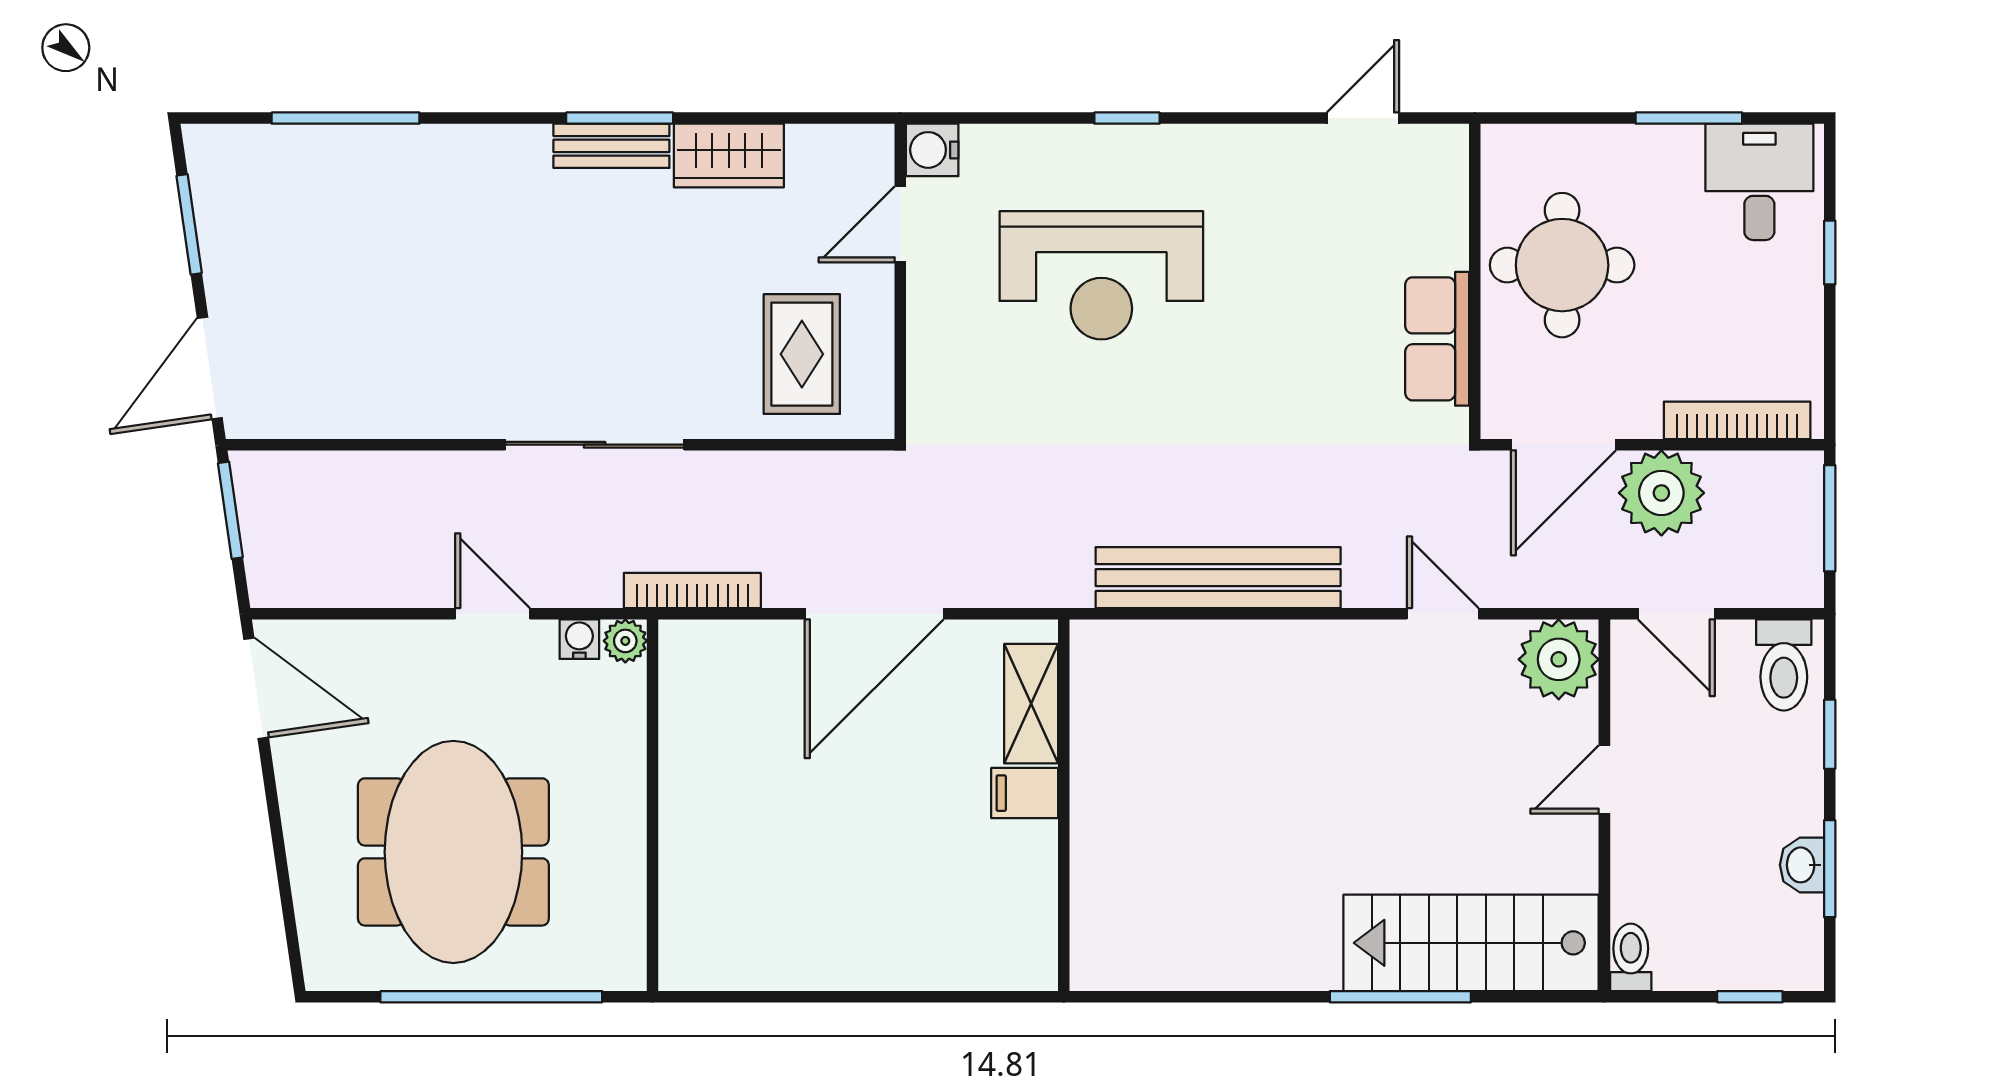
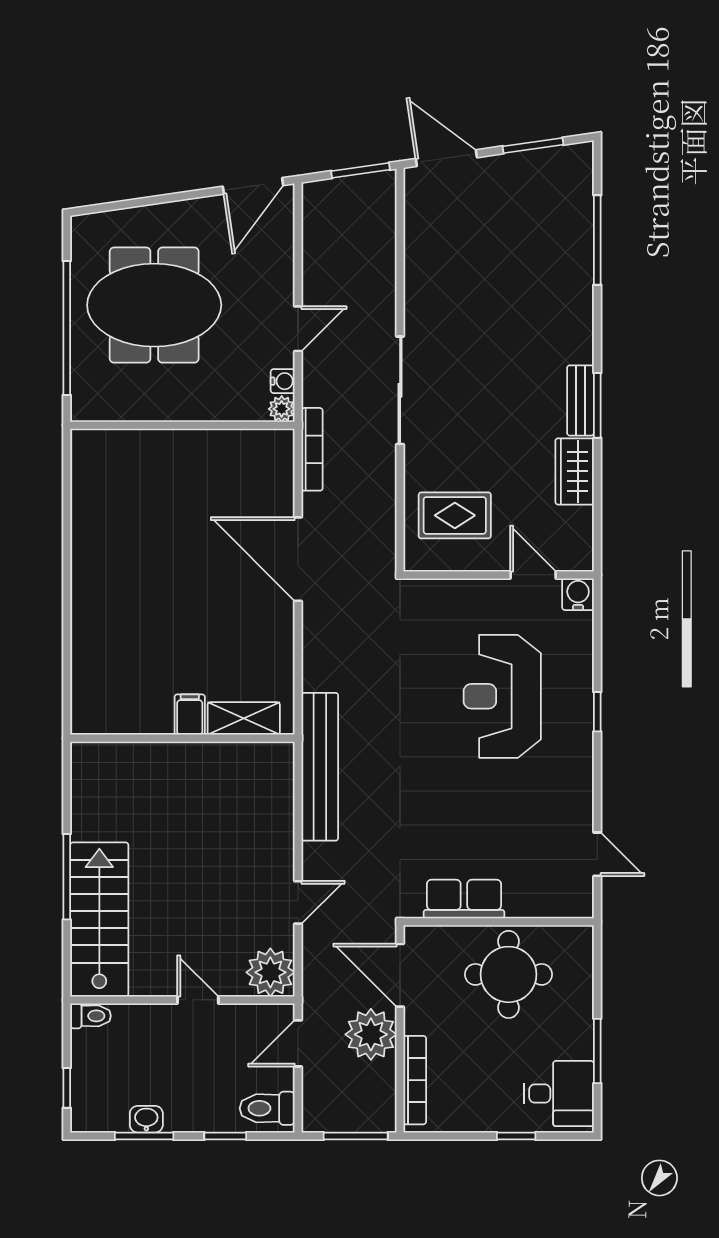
shelving: (1031, 704) -> (244, 718), moved
filing cabinet: (1025, 793) -> (190, 715), moved
wall: (1064, 805) -> (182, 738), moved

